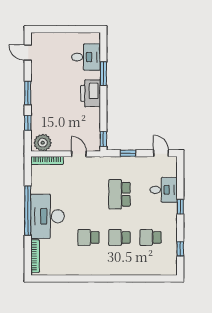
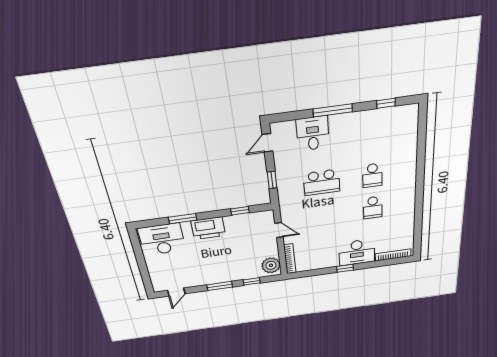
desk: (86, 57) -> (162, 239), width x1.37
window: (103, 139) -> (240, 211), moved
door: (79, 154) -> (279, 230), swing flipped
window: (180, 207) -> (333, 110), width x2.17
window: (28, 211) -> (345, 268), width x0.32
desk: (47, 216) -> (357, 252), width x0.73, depth x0.77
school desk: (151, 237) -> (372, 141), removed

